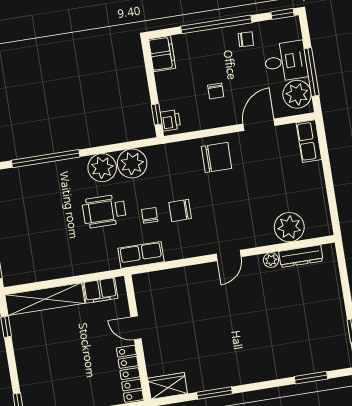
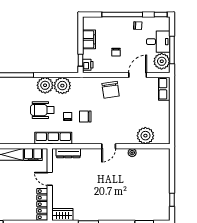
filing cabinet: (162, 54) -> (89, 39), moved
chair: (217, 157) -> (111, 90), turned 82
row of seats: (141, 255) -> (53, 138), width x1.48
dresser: (301, 256) -> (68, 153), moved

